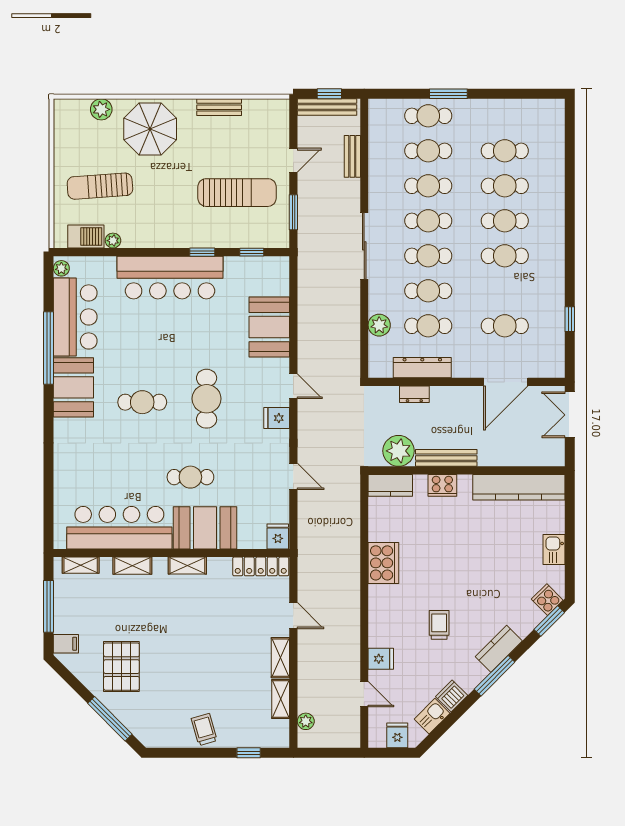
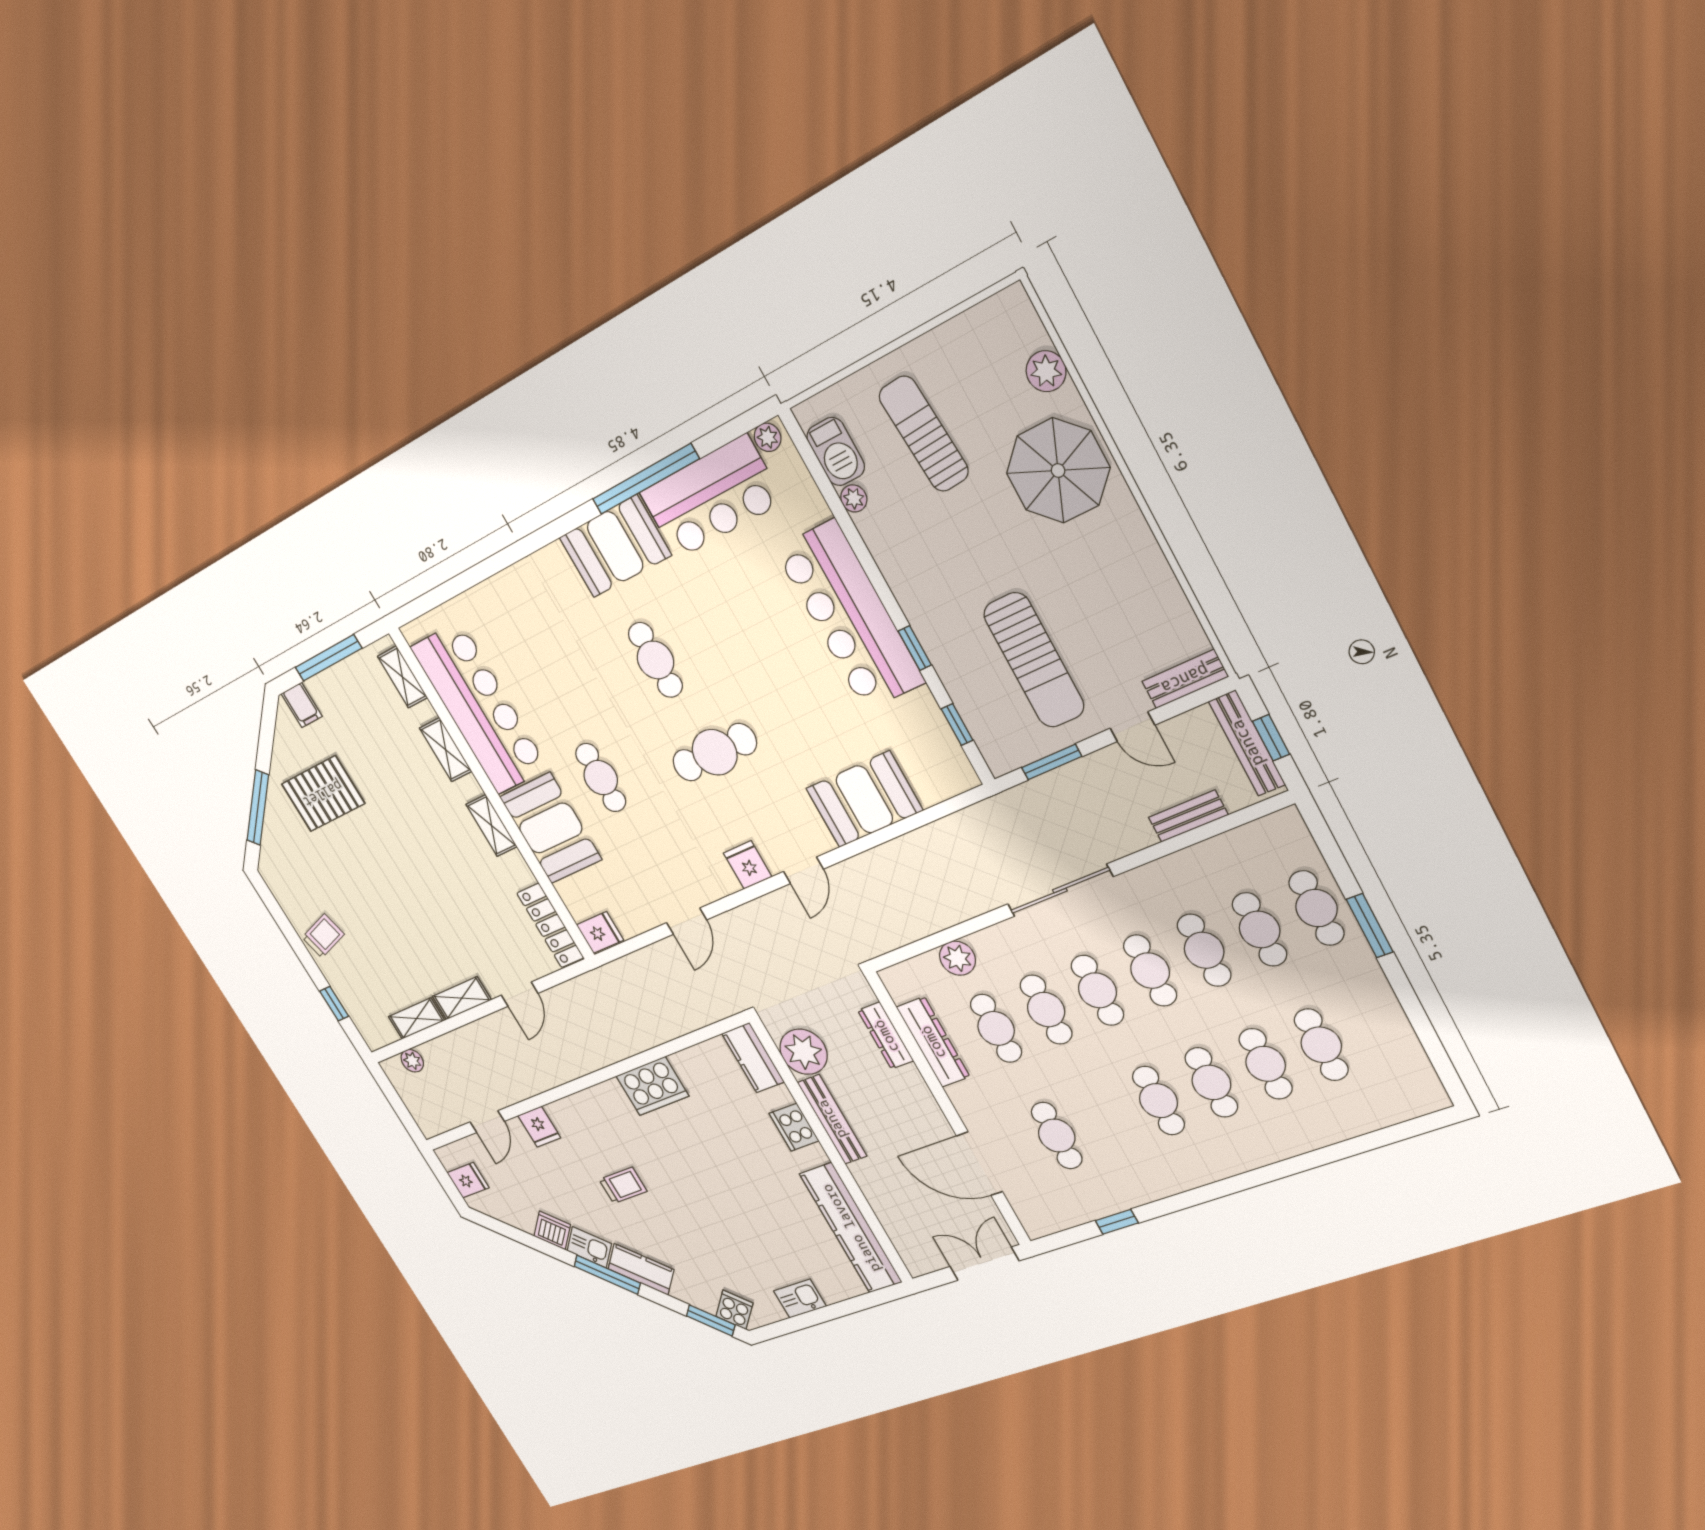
bench: (219, 107) -> (1185, 679), moved, turned 90
dresser: (414, 394) -> (886, 1036), width x1.44
kitchen sink: (432, 716) -> (589, 1247), moved

